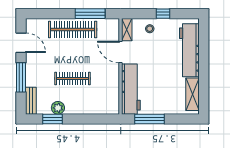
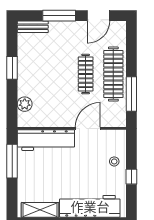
shelving: (127, 30) -> (113, 135), removed
clothes rail: (73, 79) -> (86, 74), moved
plant: (58, 108) -> (25, 104), moved
window: (53, 119) -> (12, 68), moved

